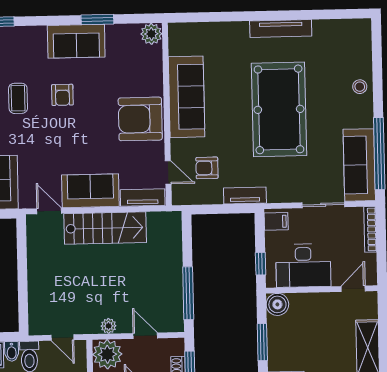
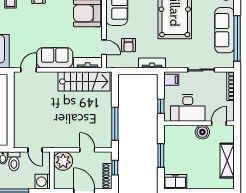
sofa: (359, 165) -> (224, 30), moved
armchair: (207, 168) -> (128, 45), turned -90
door: (49, 211) -> (28, 70), hinge flipped
stairs: (105, 228) -> (84, 81), moved
boiler: (277, 304) -> (202, 132), moved
plant: (109, 326) -> (64, 143), removed

